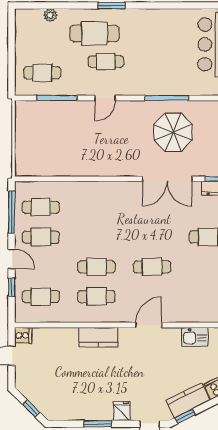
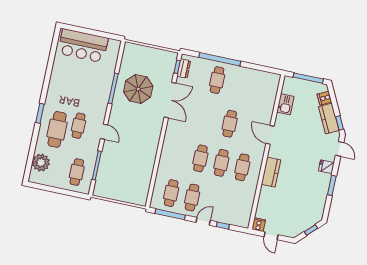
plant: (50, 15) -> (41, 163), width x1.87, depth x1.87
cafe table: (41, 297) -> (200, 158), moved

